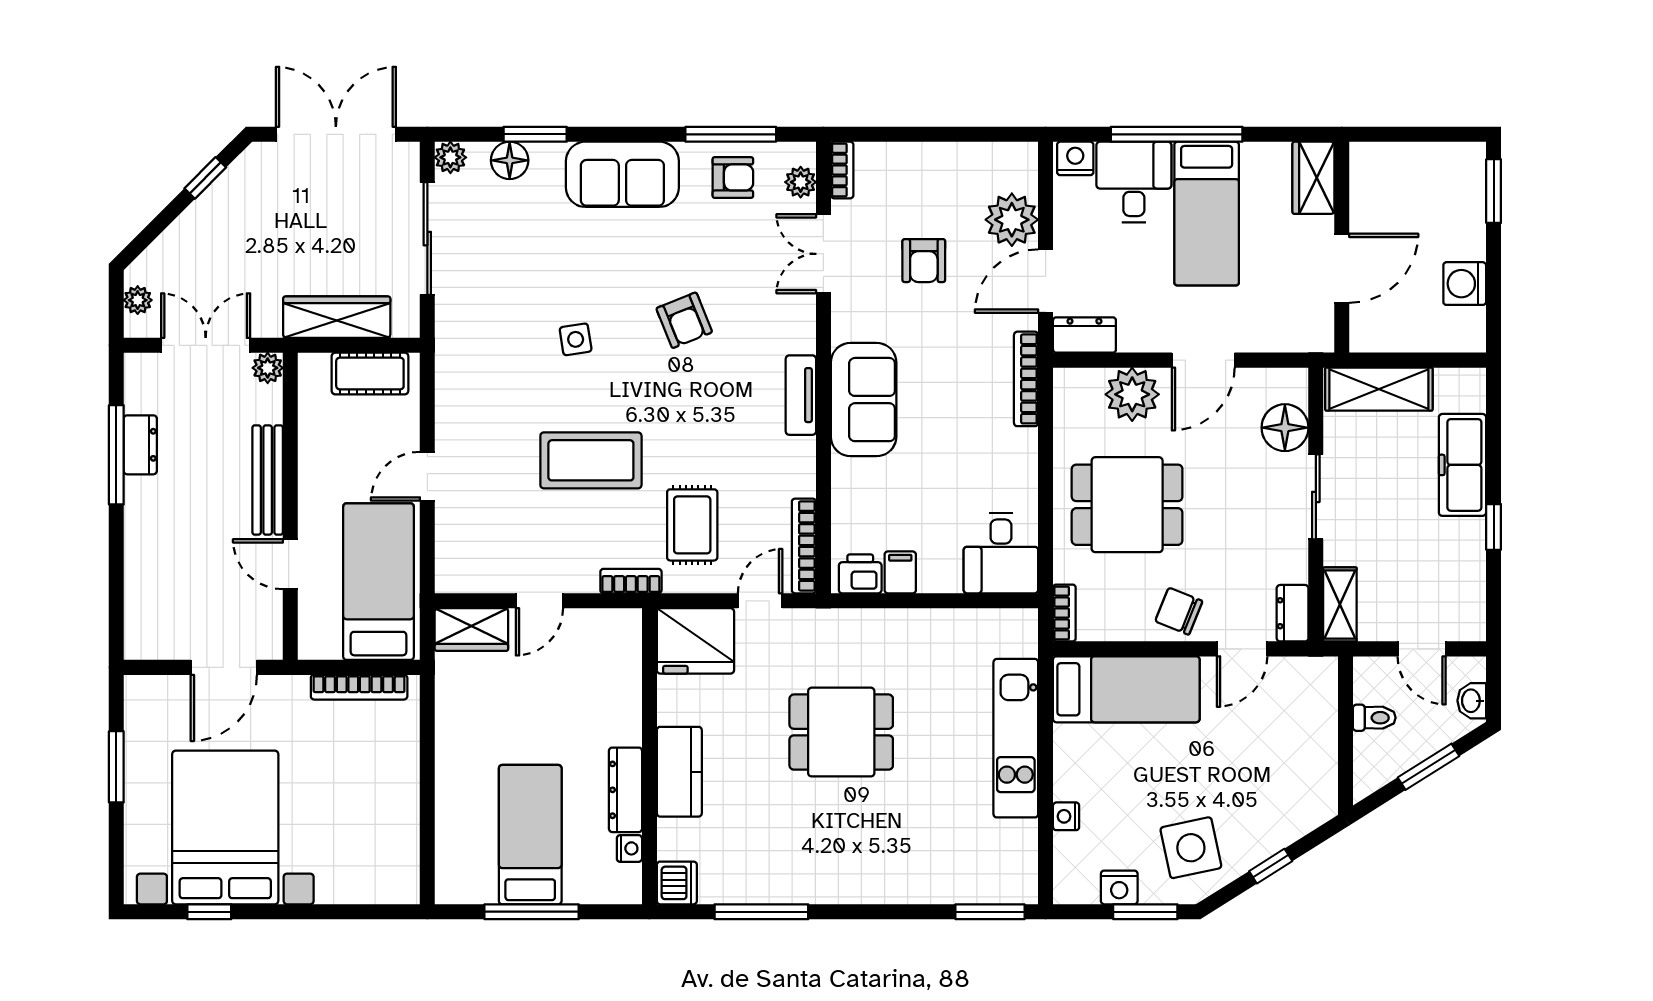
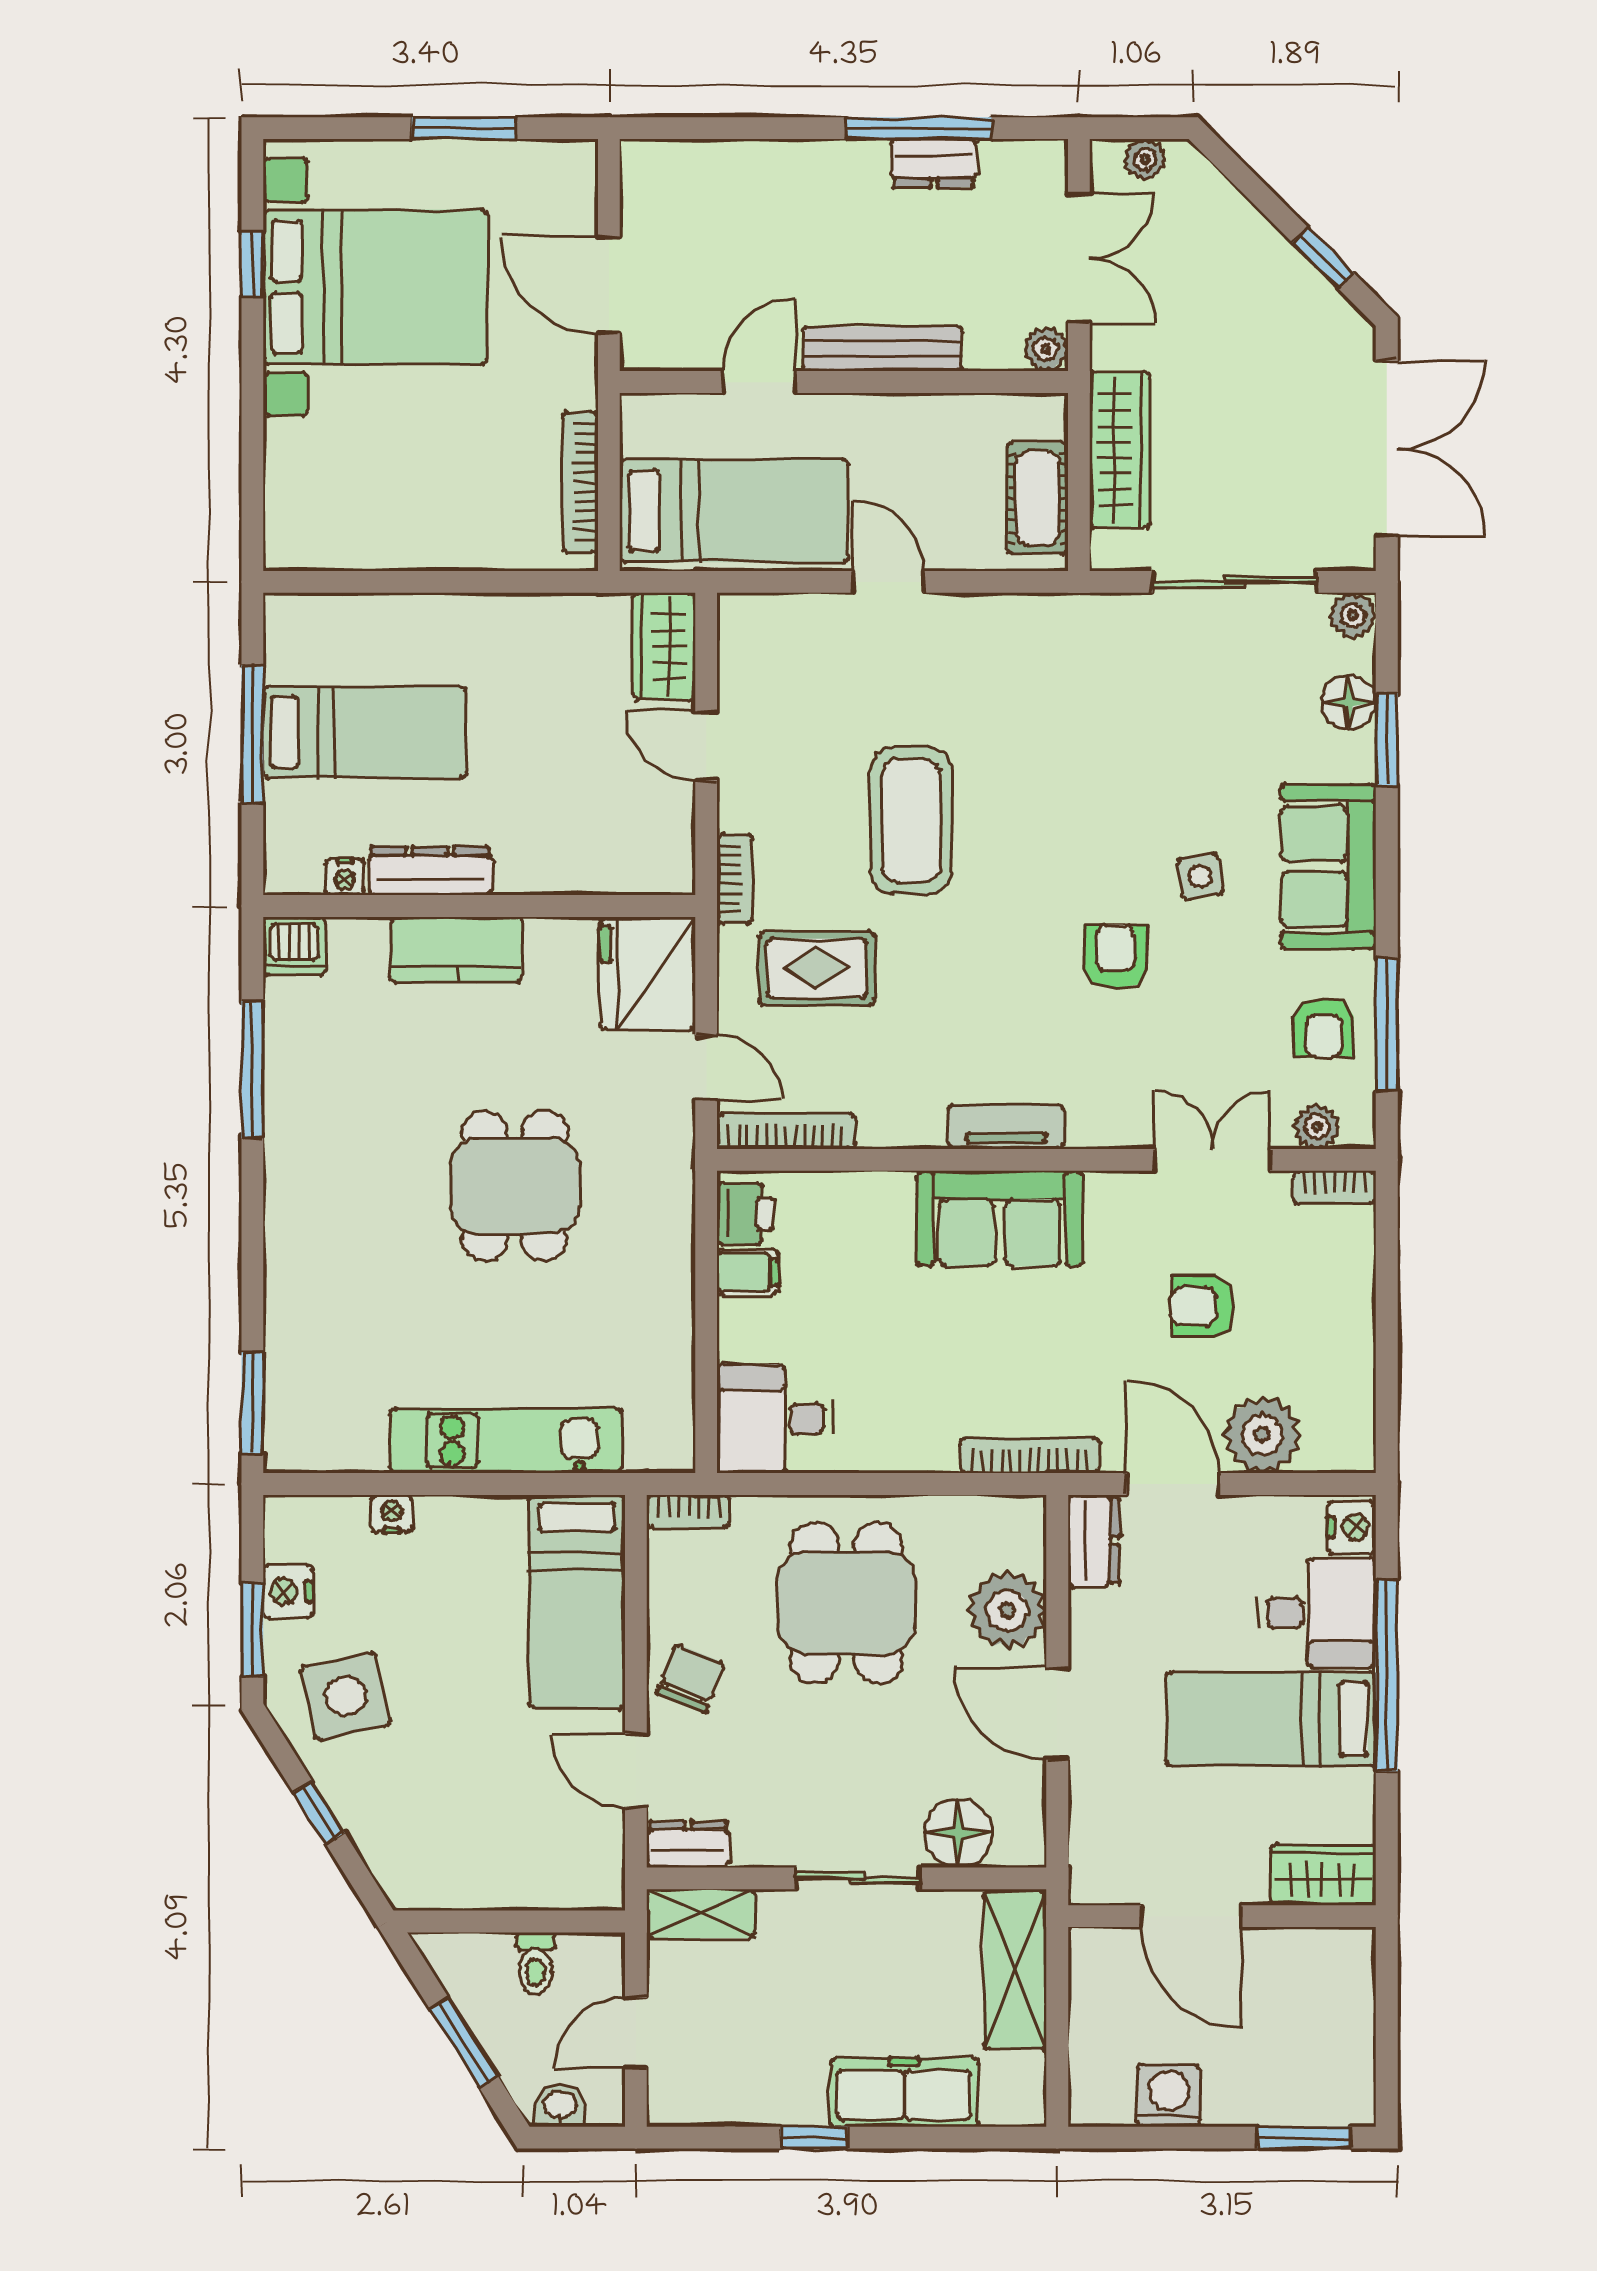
armchair: (684, 320) -> (1115, 957), turned 112
side table: (576, 339) -> (1200, 876), moved

